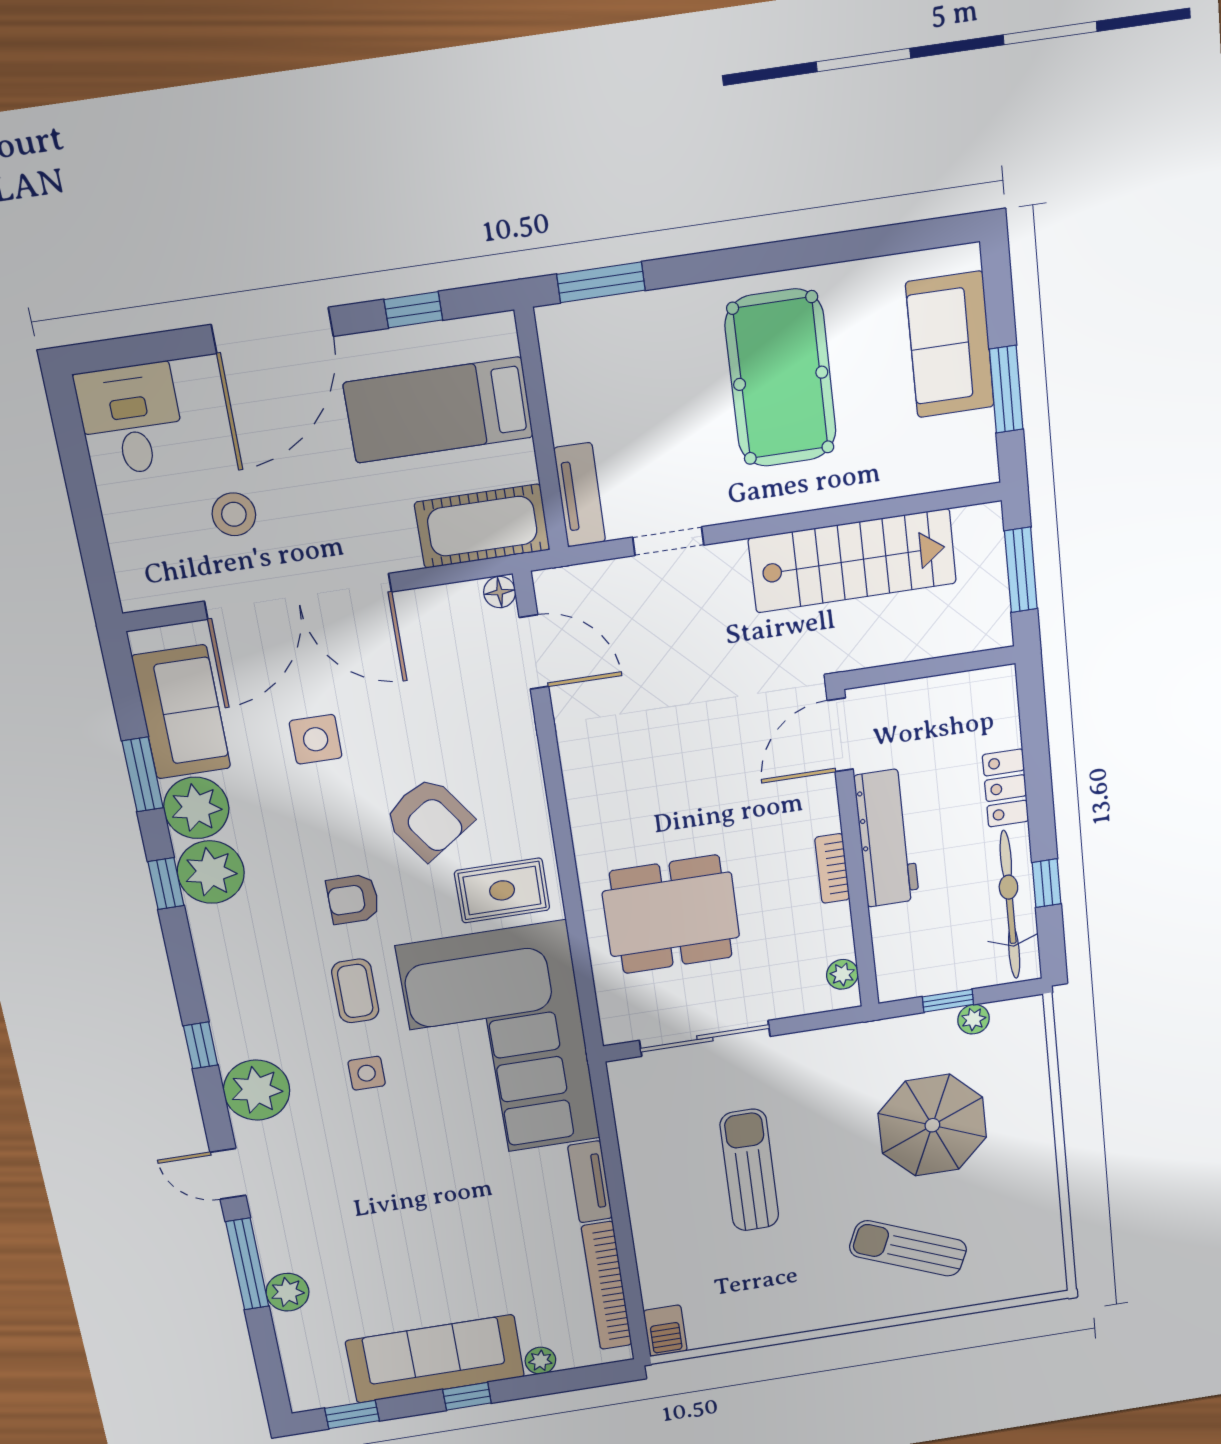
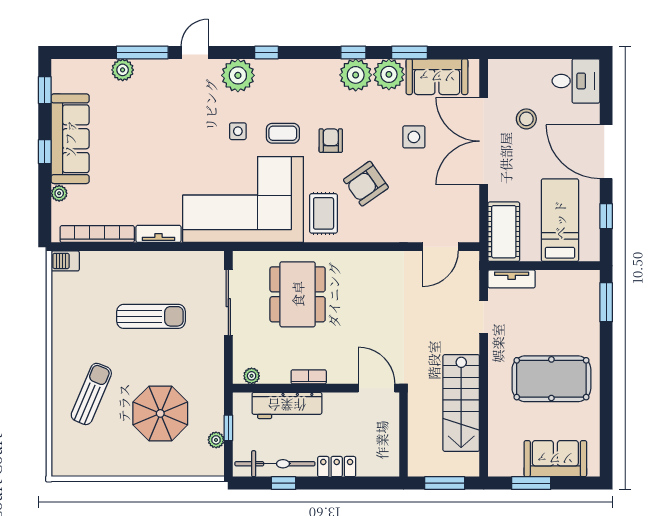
floor lamp: (500, 592) -> (472, 235), removed
workbench: (887, 838) -> (287, 405), moved

